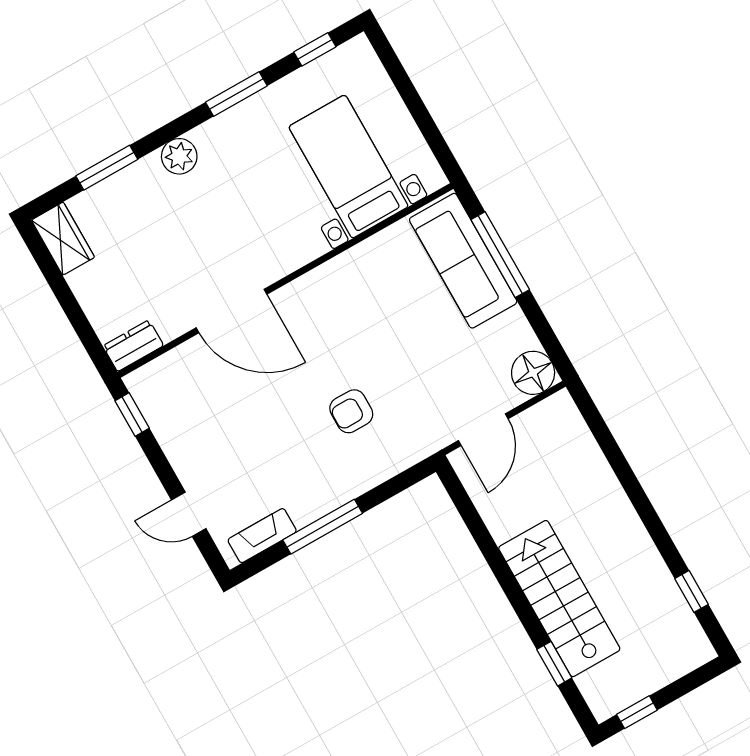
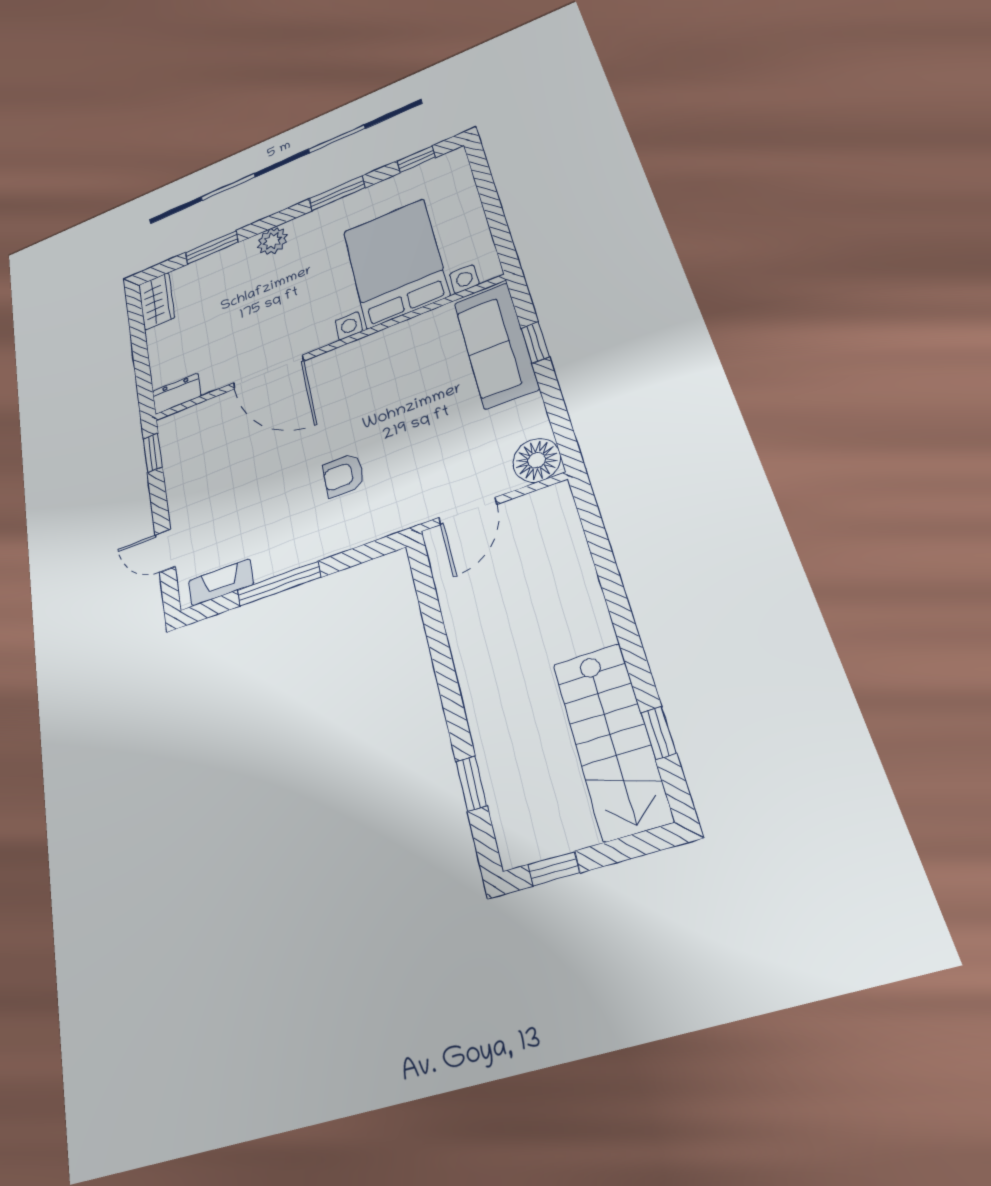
bed with nightstands: (349, 167) -> (396, 263), width x1.36
window: (500, 255) -> (535, 342), width x0.46
stairs: (559, 599) -> (612, 740), moved, turned 180

